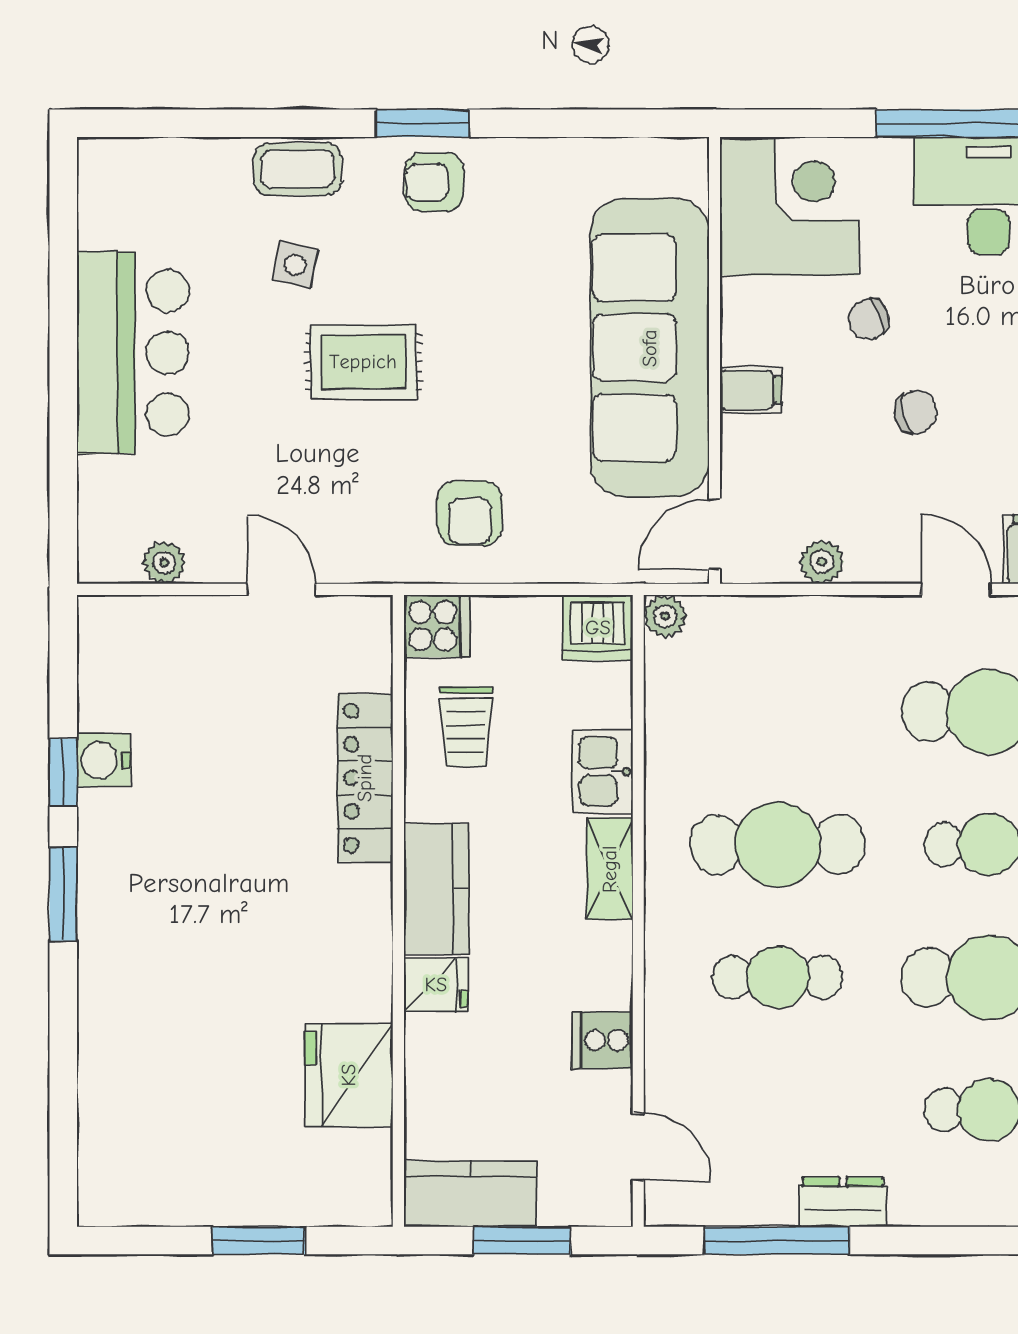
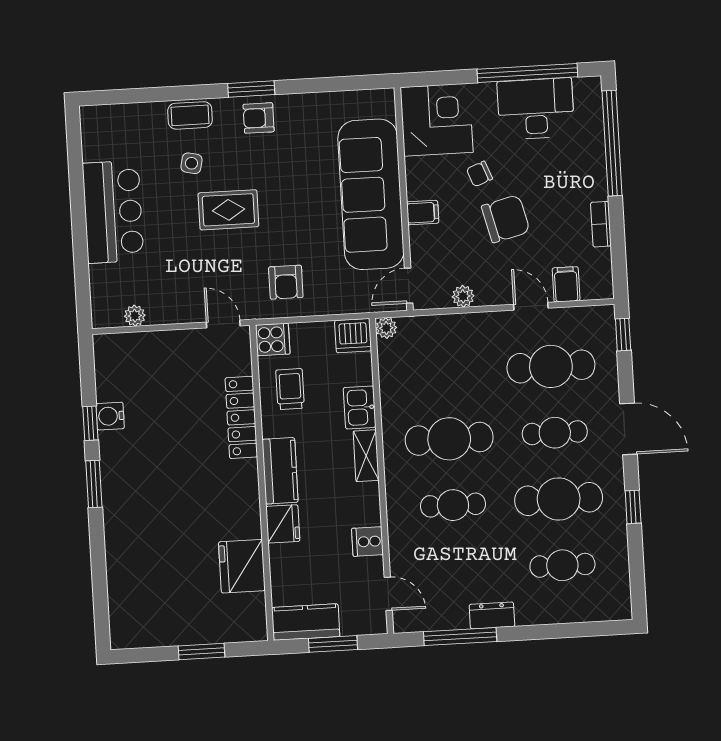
chair: (916, 412) -> (506, 219), width x1.87, depth x1.87
door: (282, 589) -> (223, 324), moved
trolley: (466, 727) -> (290, 389), turned 180
fridge: (436, 985) -> (283, 524), width x1.38

